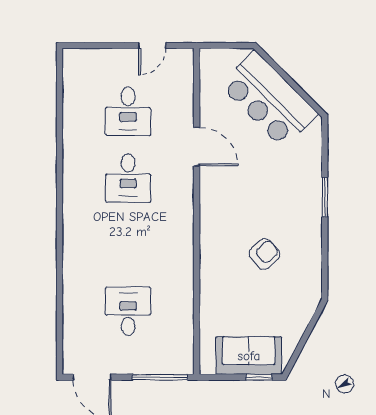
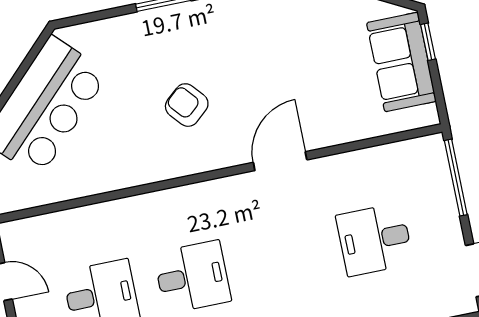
door: (197, 147) -> (280, 161), moved
armchair: (265, 254) -> (187, 105), moved

